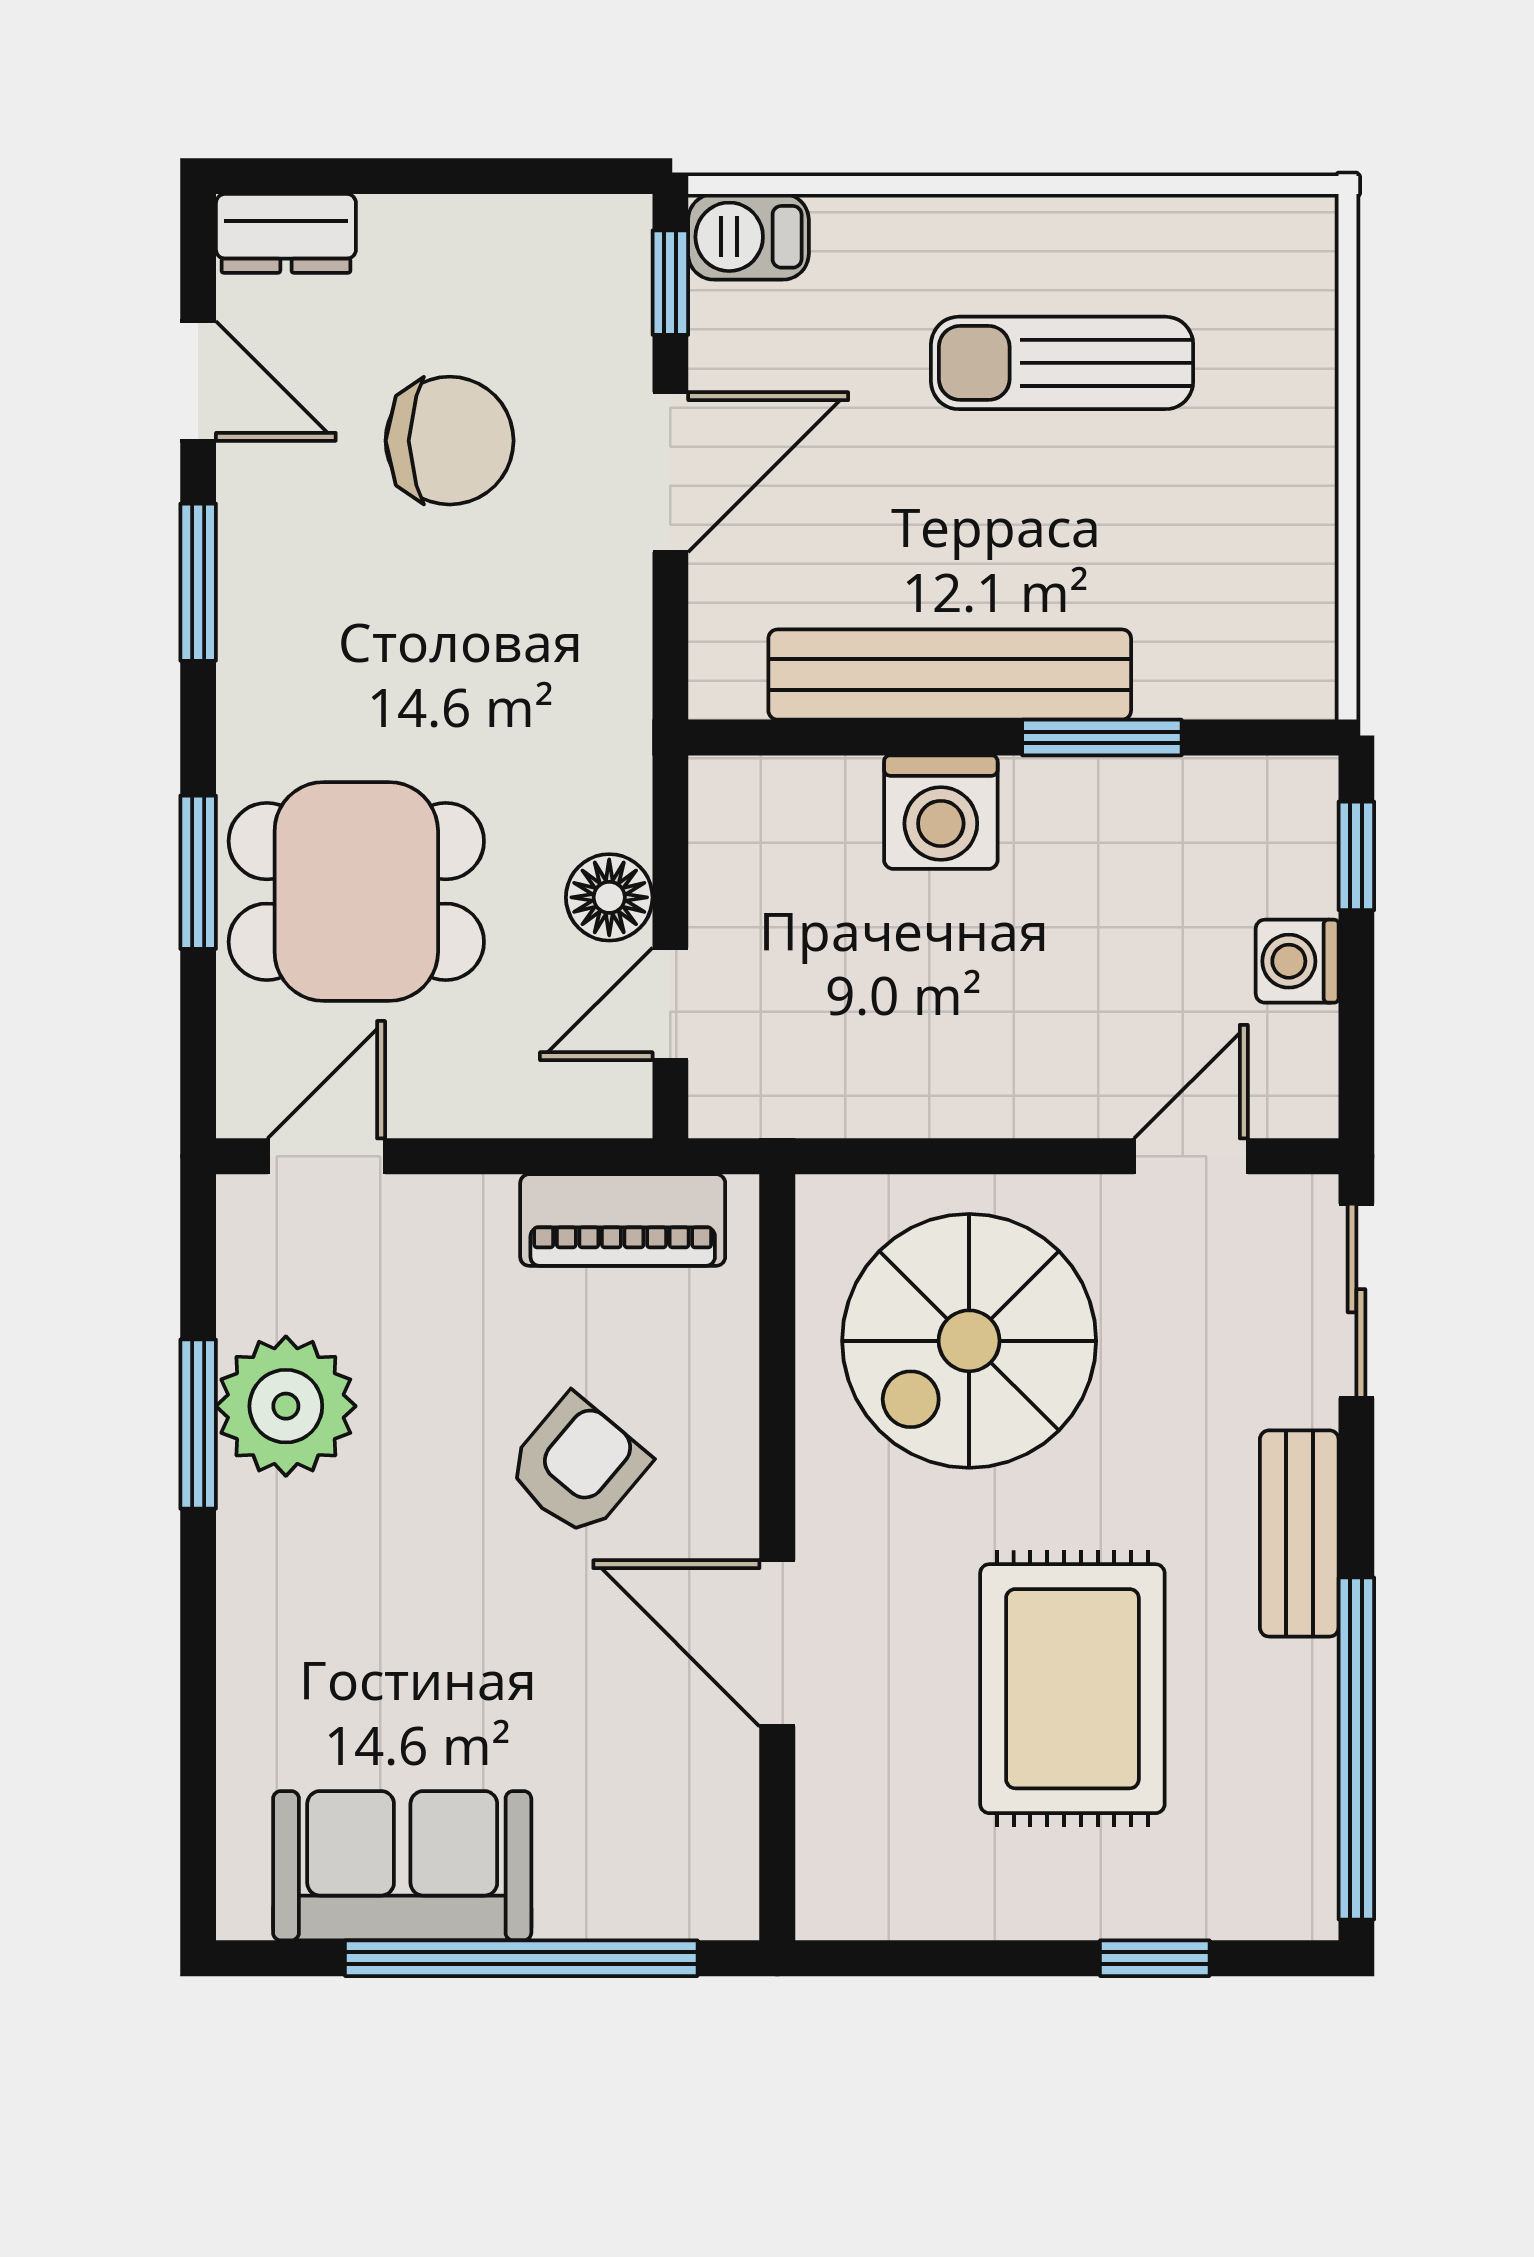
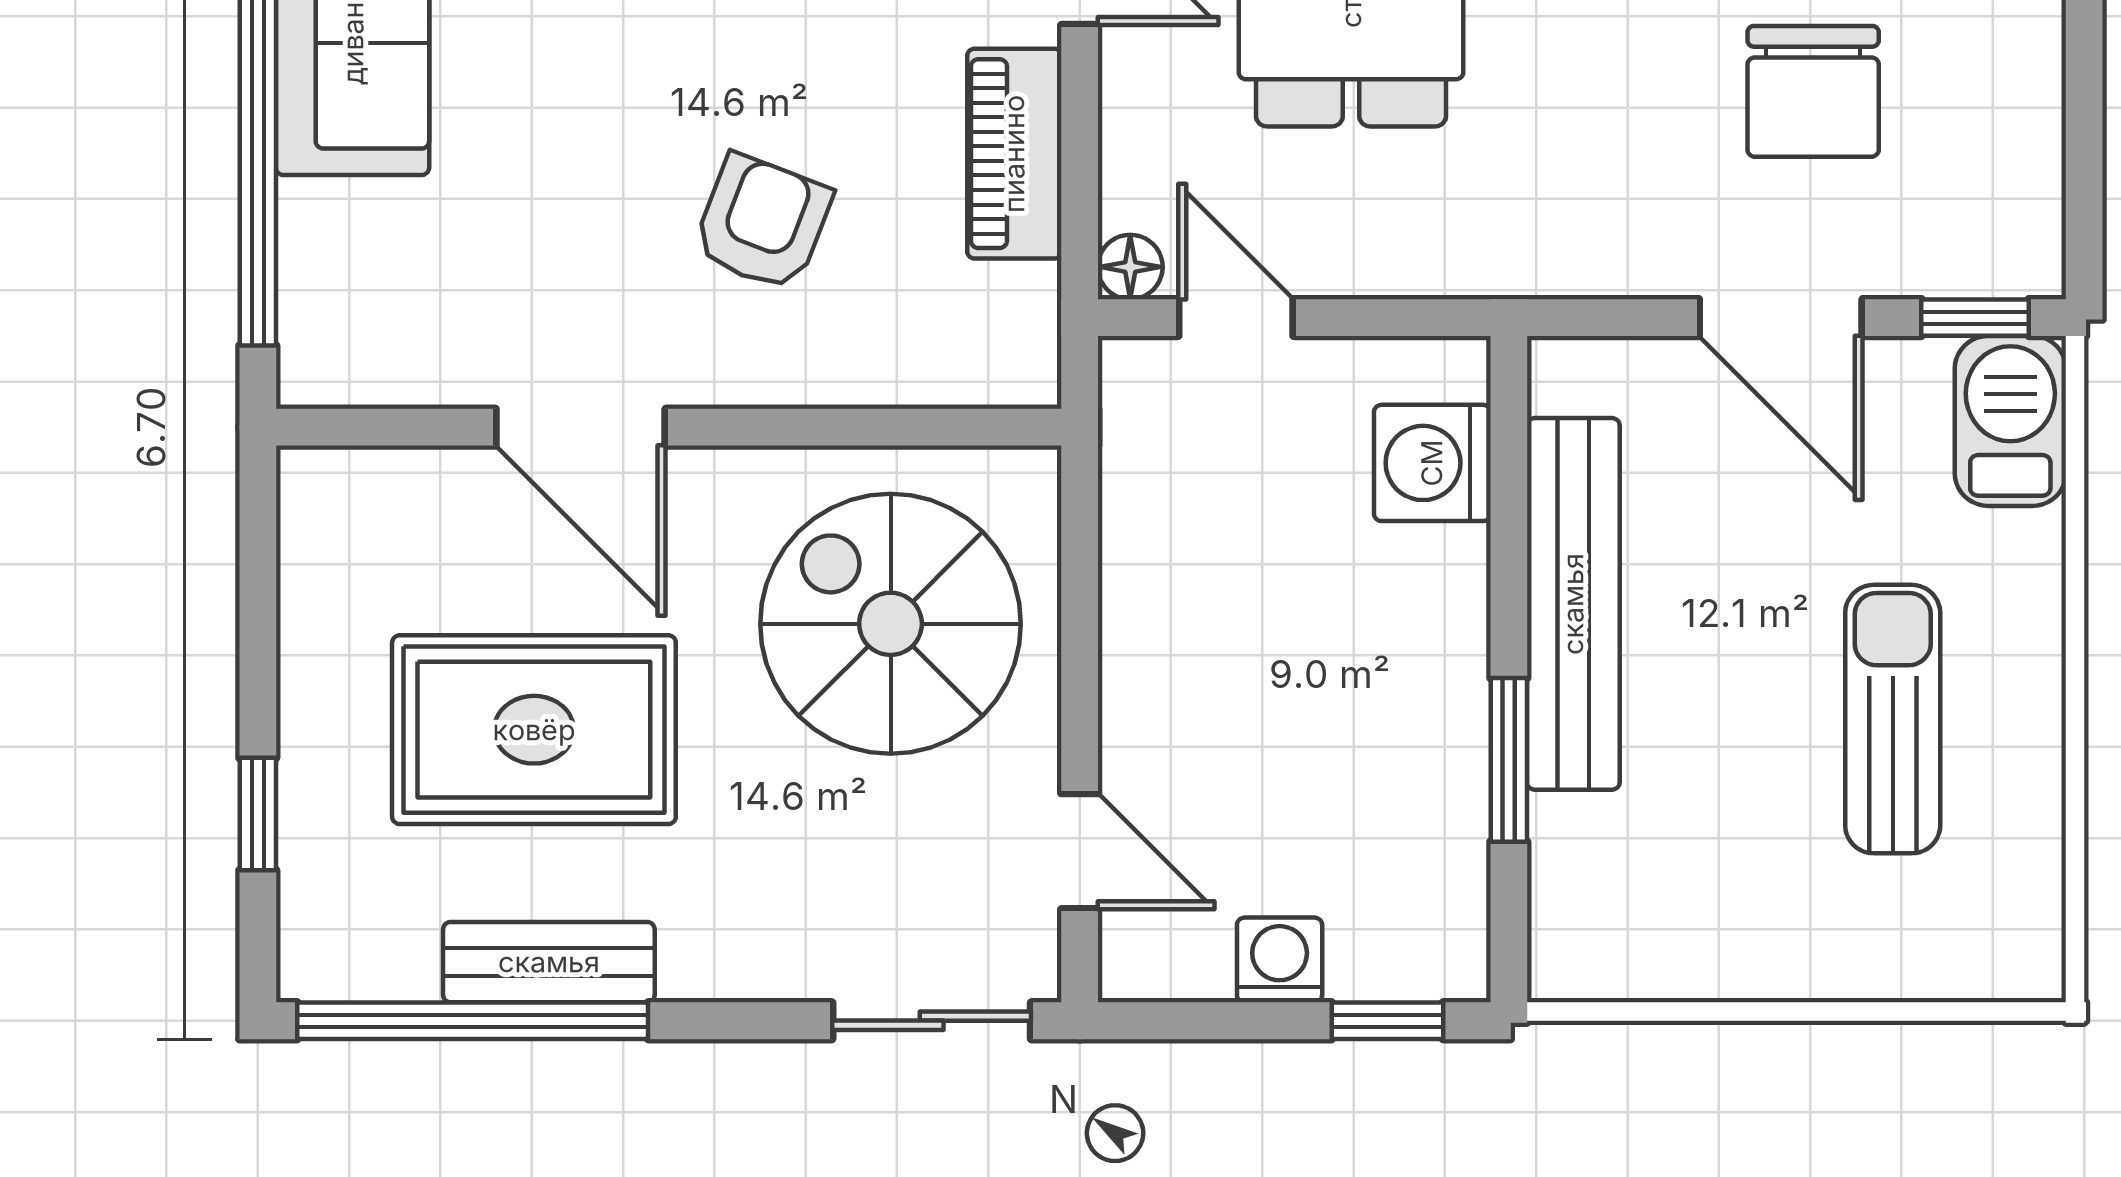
barbecue: (748, 237) -> (2010, 421), width x1.38, depth x1.27
washing machine: (941, 812) -> (1432, 463), moved
floor lamp: (609, 897) -> (1130, 267), moved, width x0.73, depth x0.73
piano: (623, 1220) -> (1014, 154), moved
armchair: (578, 1466) -> (762, 223), turned -109
bench: (1299, 1533) -> (549, 962), moved
door: (777, 1643) -> (581, 427), swing flipped

